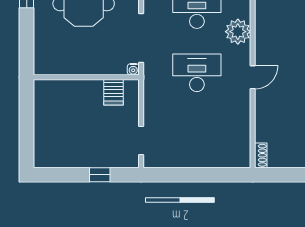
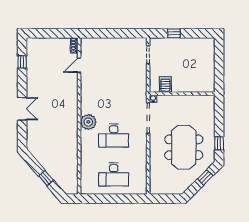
desk: (197, 73) -> (114, 97), removed
door: (253, 77) -> (79, 65), moved

